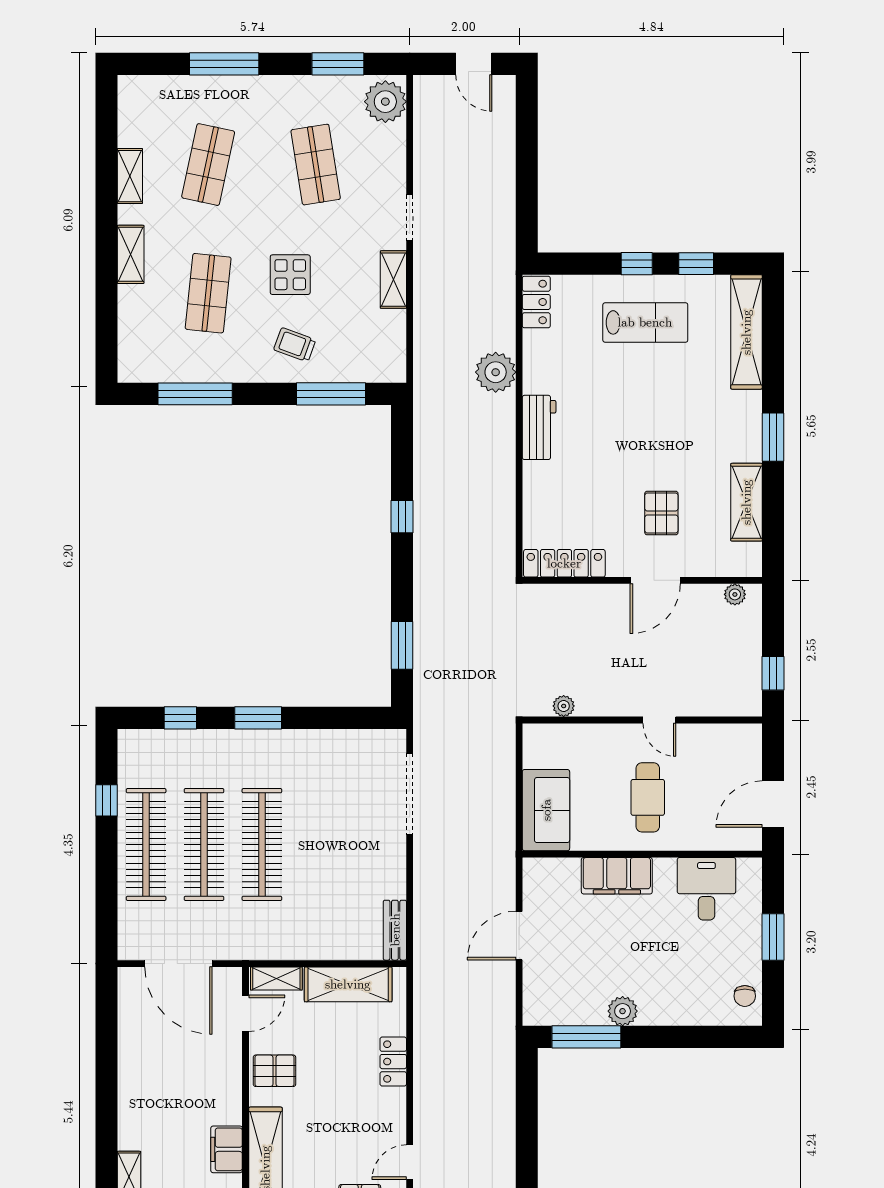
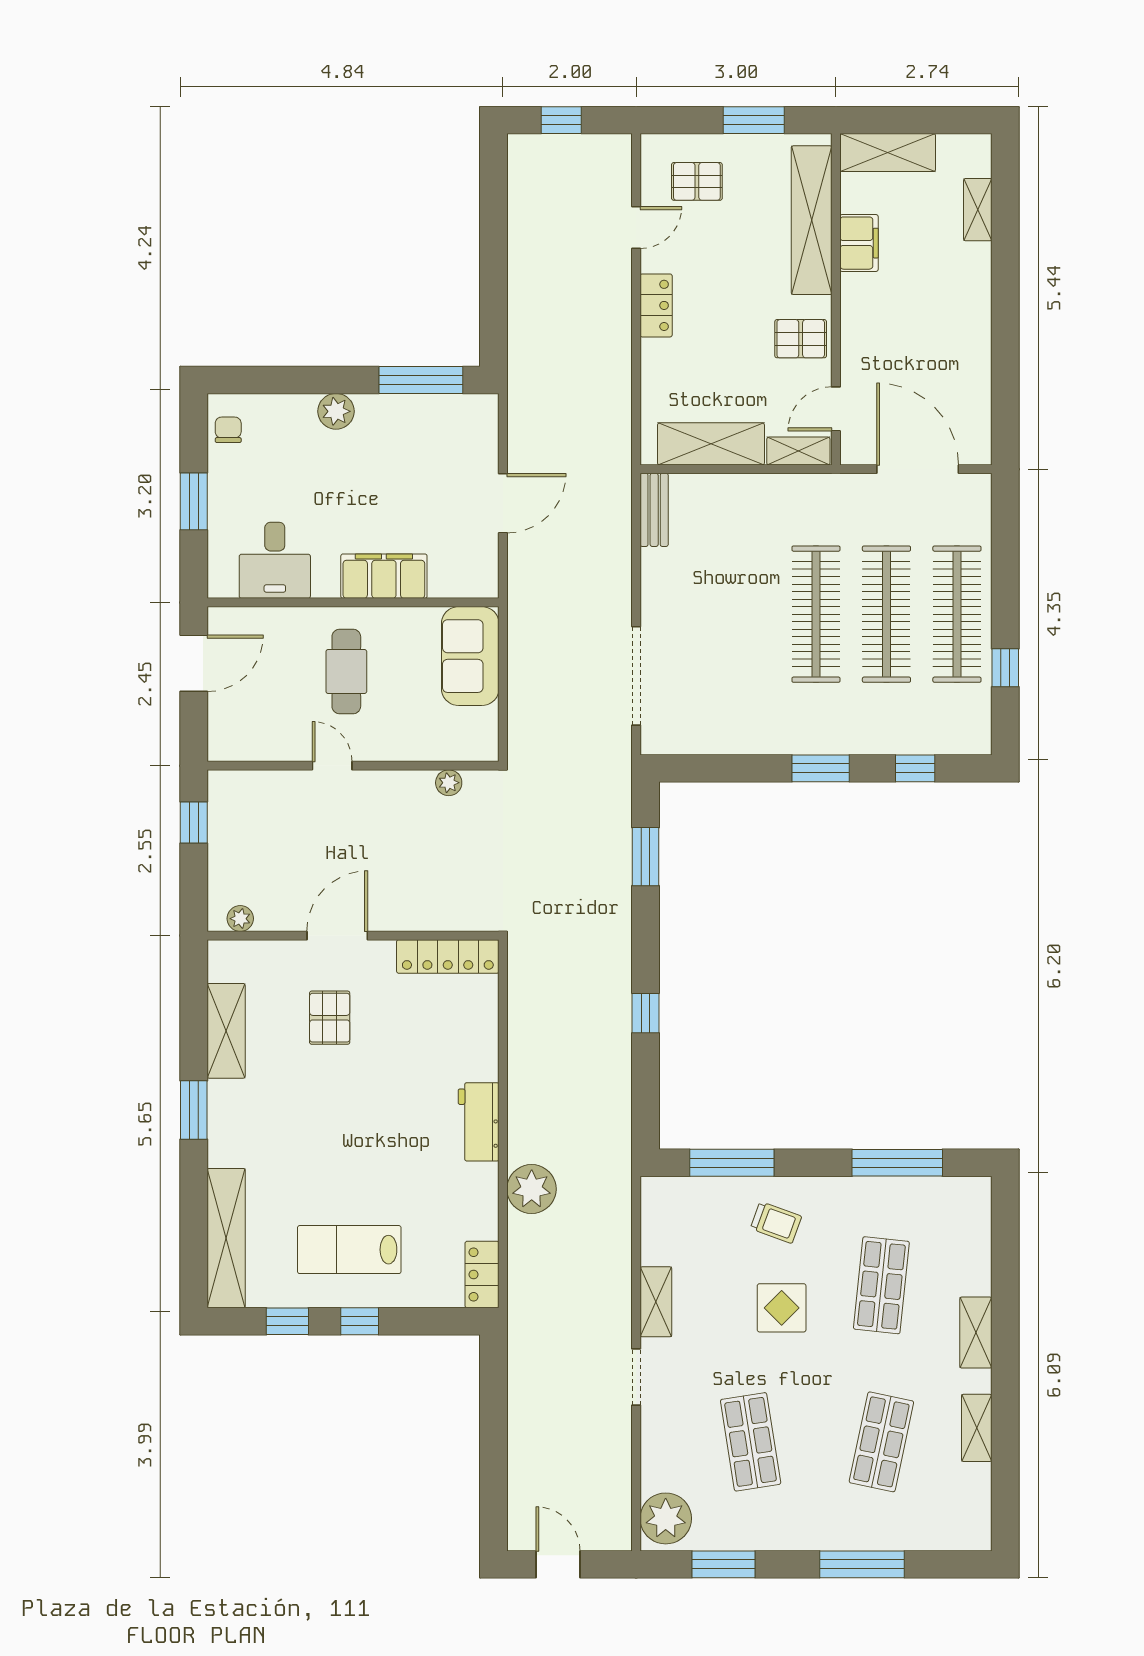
plant: (623, 1011) -> (336, 411), moved
locker: (393, 1062) -> (656, 305), moved

